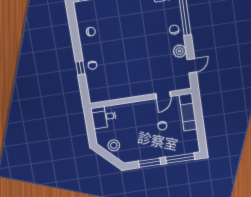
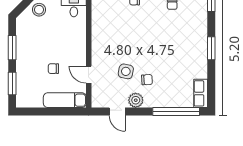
chair: (174, 30) -> (147, 80), moved
side table: (156, 63) -> (126, 71), added
window: (180, 158) -> (12, 83), width x0.69

